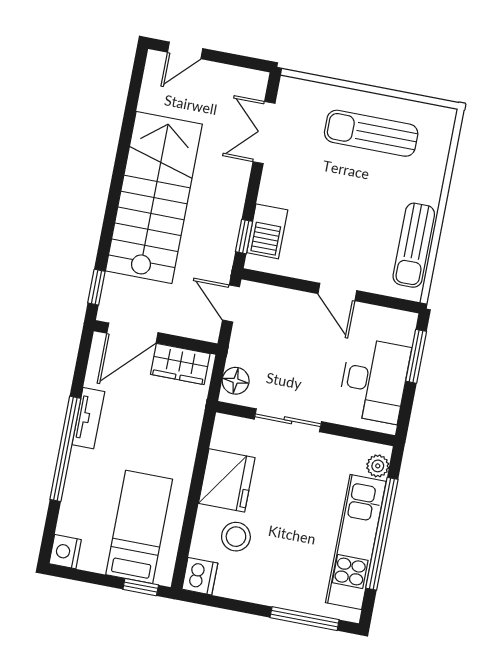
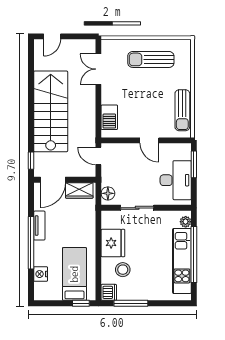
window: (244, 237) -> (98, 122), removed
nightstand: (65, 552) -> (41, 274), moved
window: (305, 619) -> (131, 303), moved

